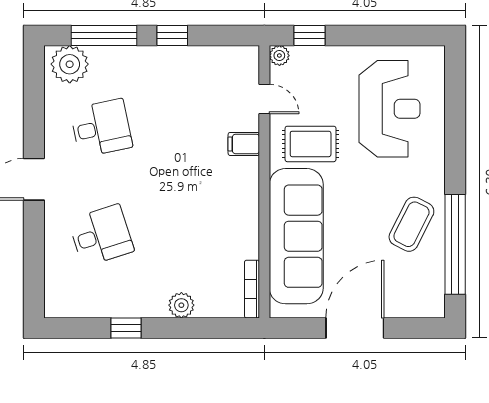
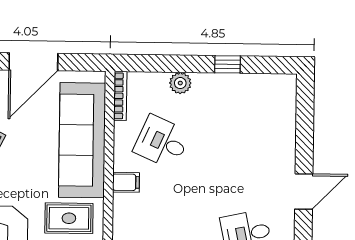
filing cabinet: (244, 144) -> (126, 182), moved
desk: (101, 235) -> (162, 142), moved, turned 42

